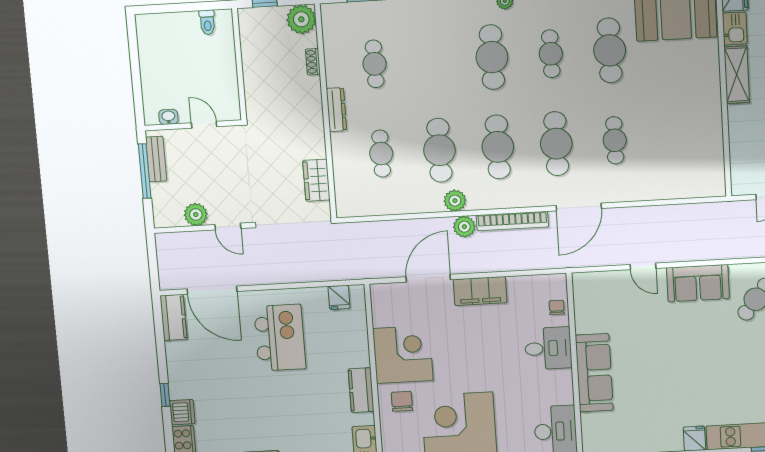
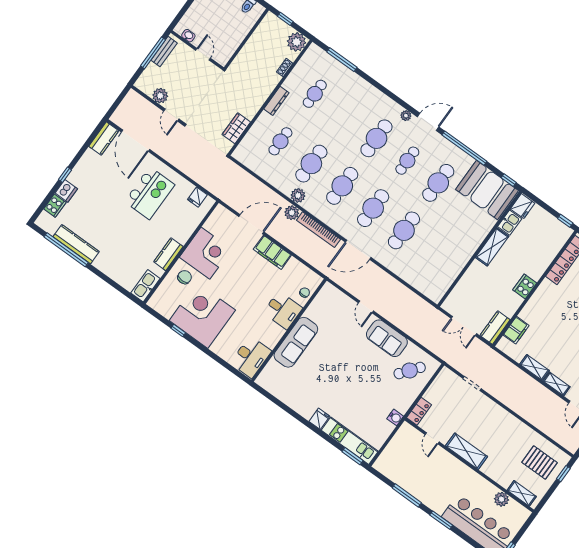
cafe table: (615, 140) -> (404, 230), width x1.37, depth x1.35

